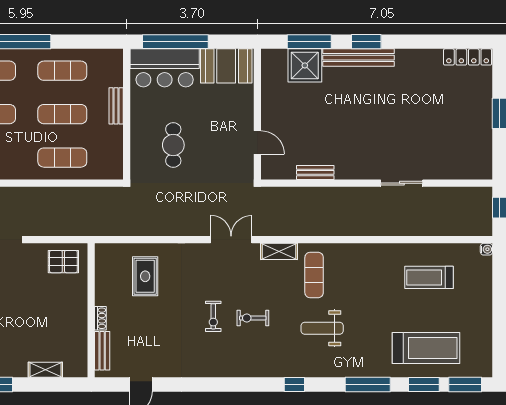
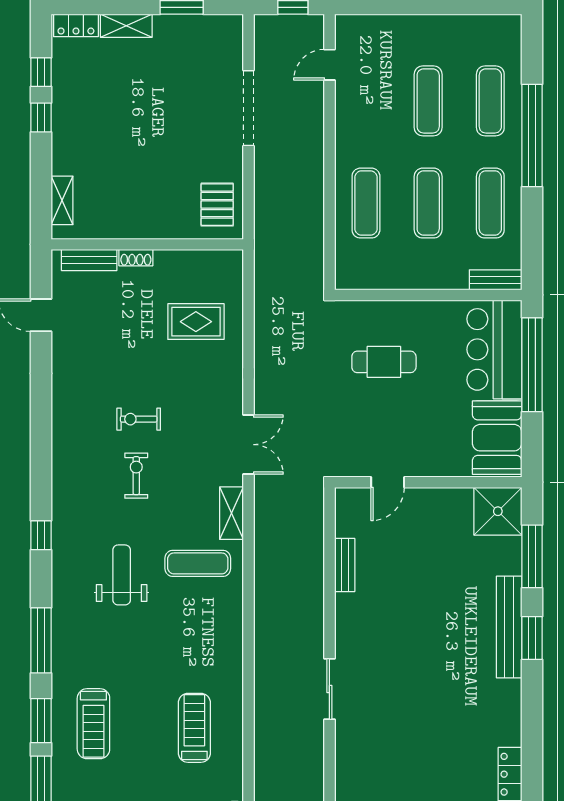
shower: (305, 65) -> (498, 511), moved
bench: (116, 106) -> (496, 280), moved
treadmill: (426, 348) -> (93, 724), width x0.73, depth x0.73
shelving: (45, 370) -> (62, 200), moved

